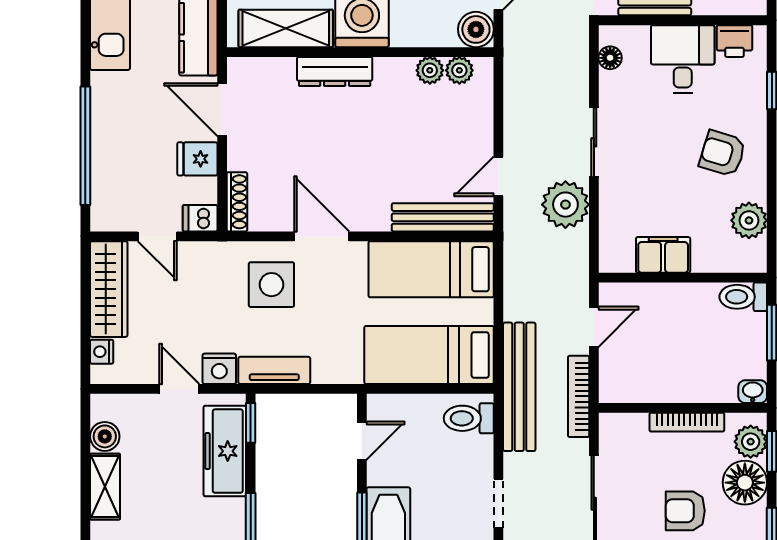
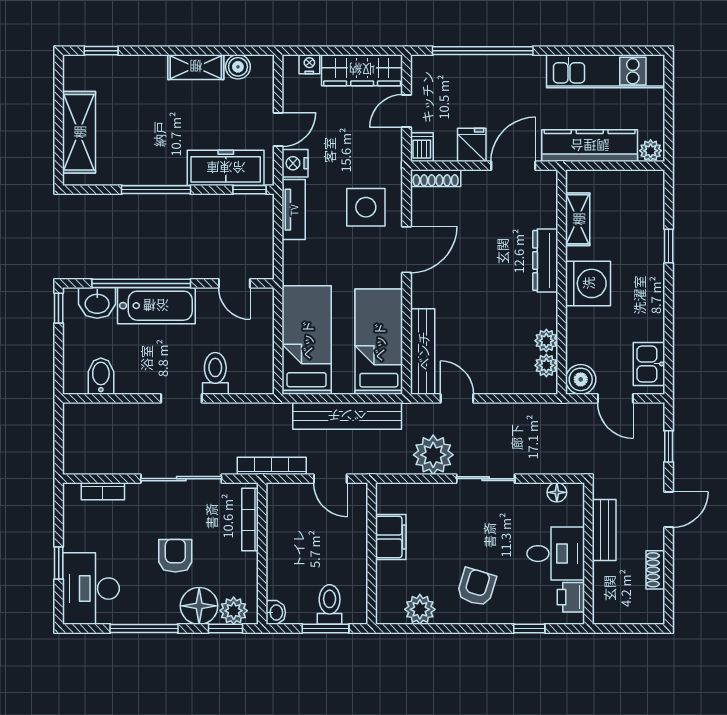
shelving: (286, 28) -> (578, 219), width x0.67, depth x0.75
toilet: (743, 297) -> (330, 605), moved
bench: (519, 387) -> (347, 416), moved
toilet: (469, 418) -> (215, 373), moved
bookcase: (687, 422) -> (250, 520), moved

